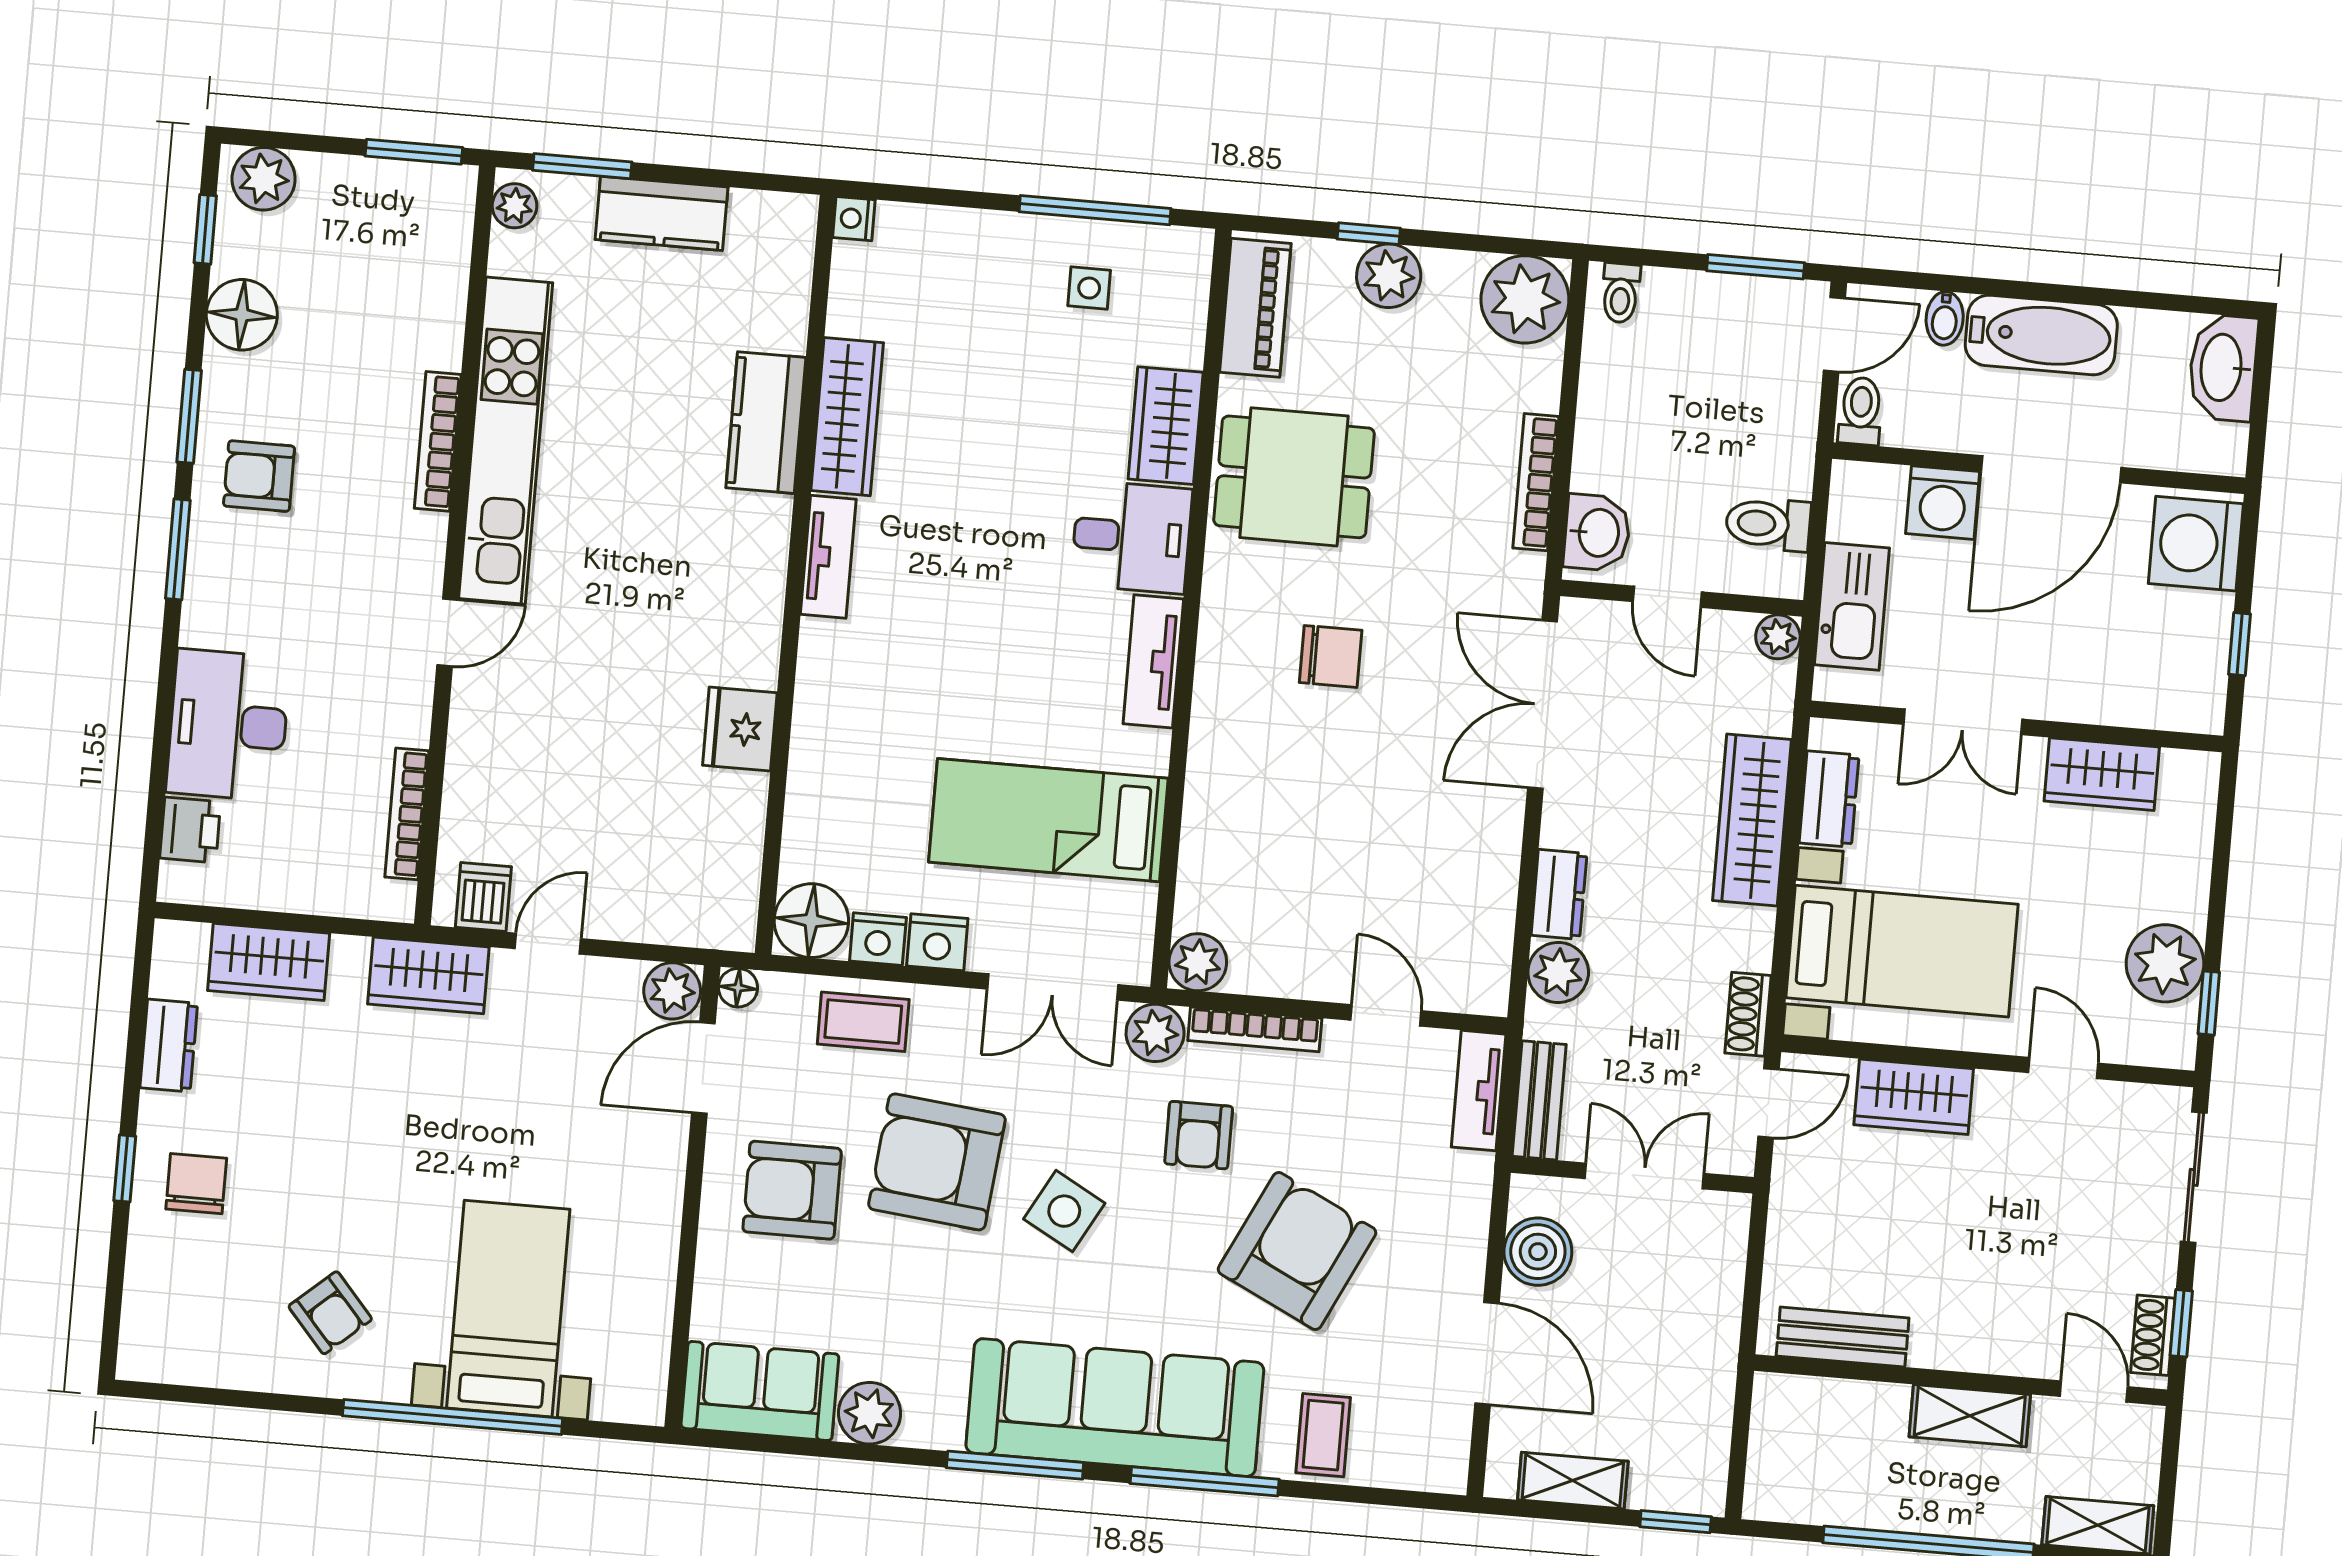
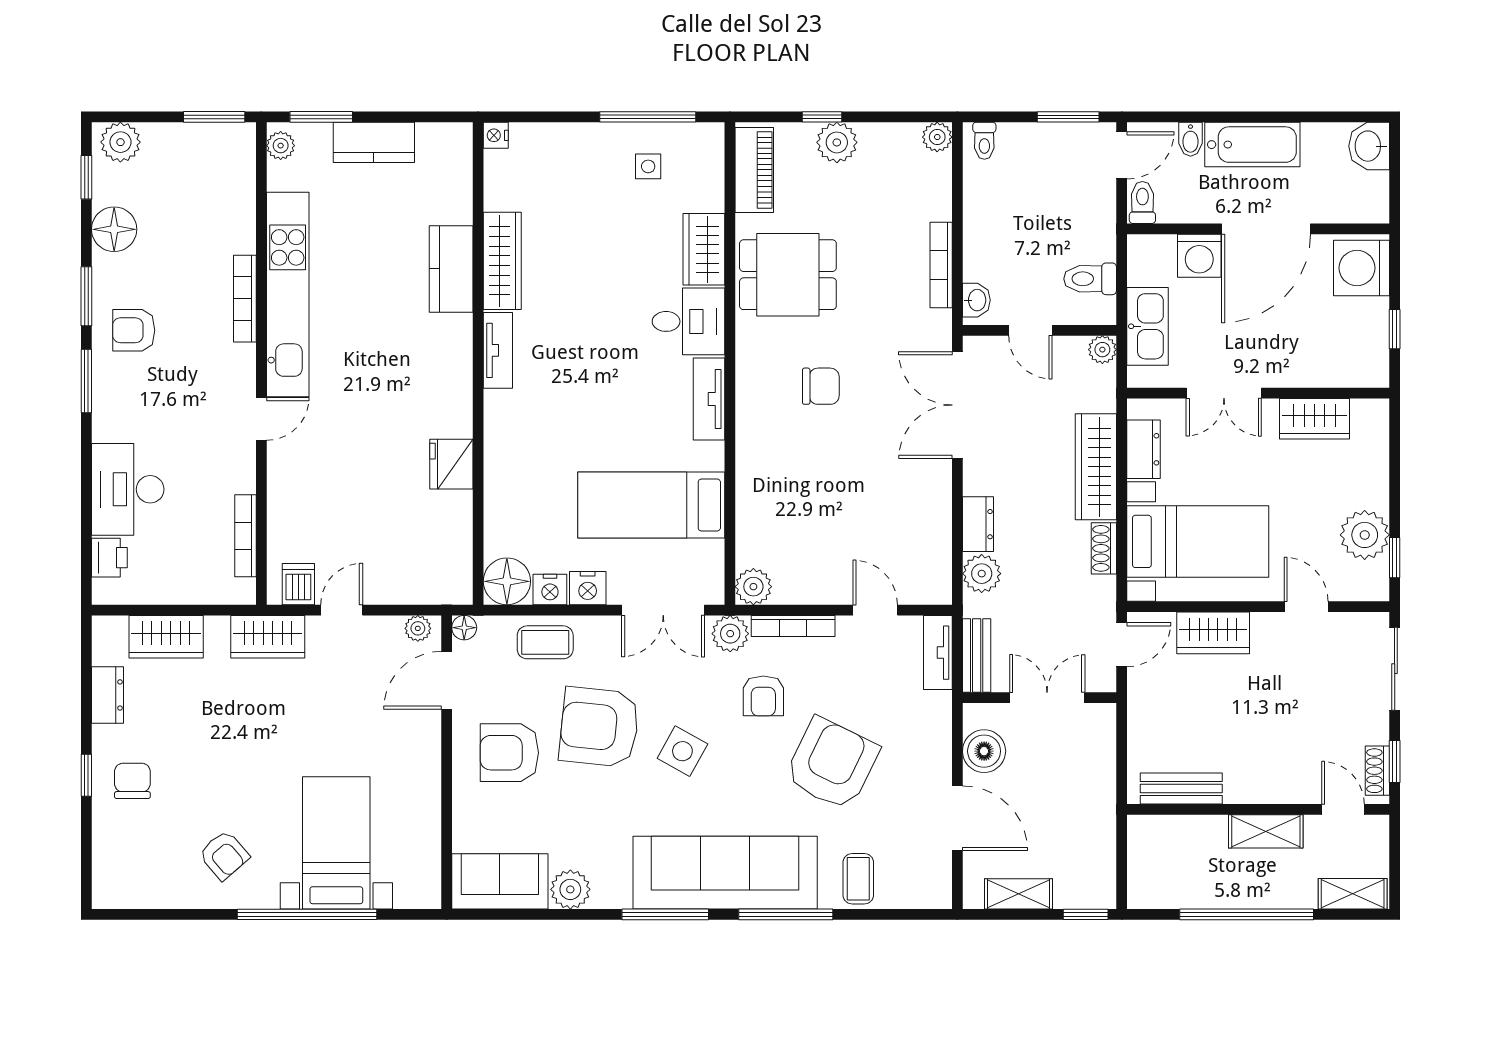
plant: (1525, 299) -> (937, 137), width x0.53, depth x0.53
washbasin: (2223, 368) -> (1369, 146), width x0.72
washbasin: (1597, 533) -> (976, 300), width x0.72, depth x0.69
plant: (672, 991) -> (418, 628), width x0.73, depth x0.73
shoe rack: (1748, 1014) -> (1104, 548), moved

